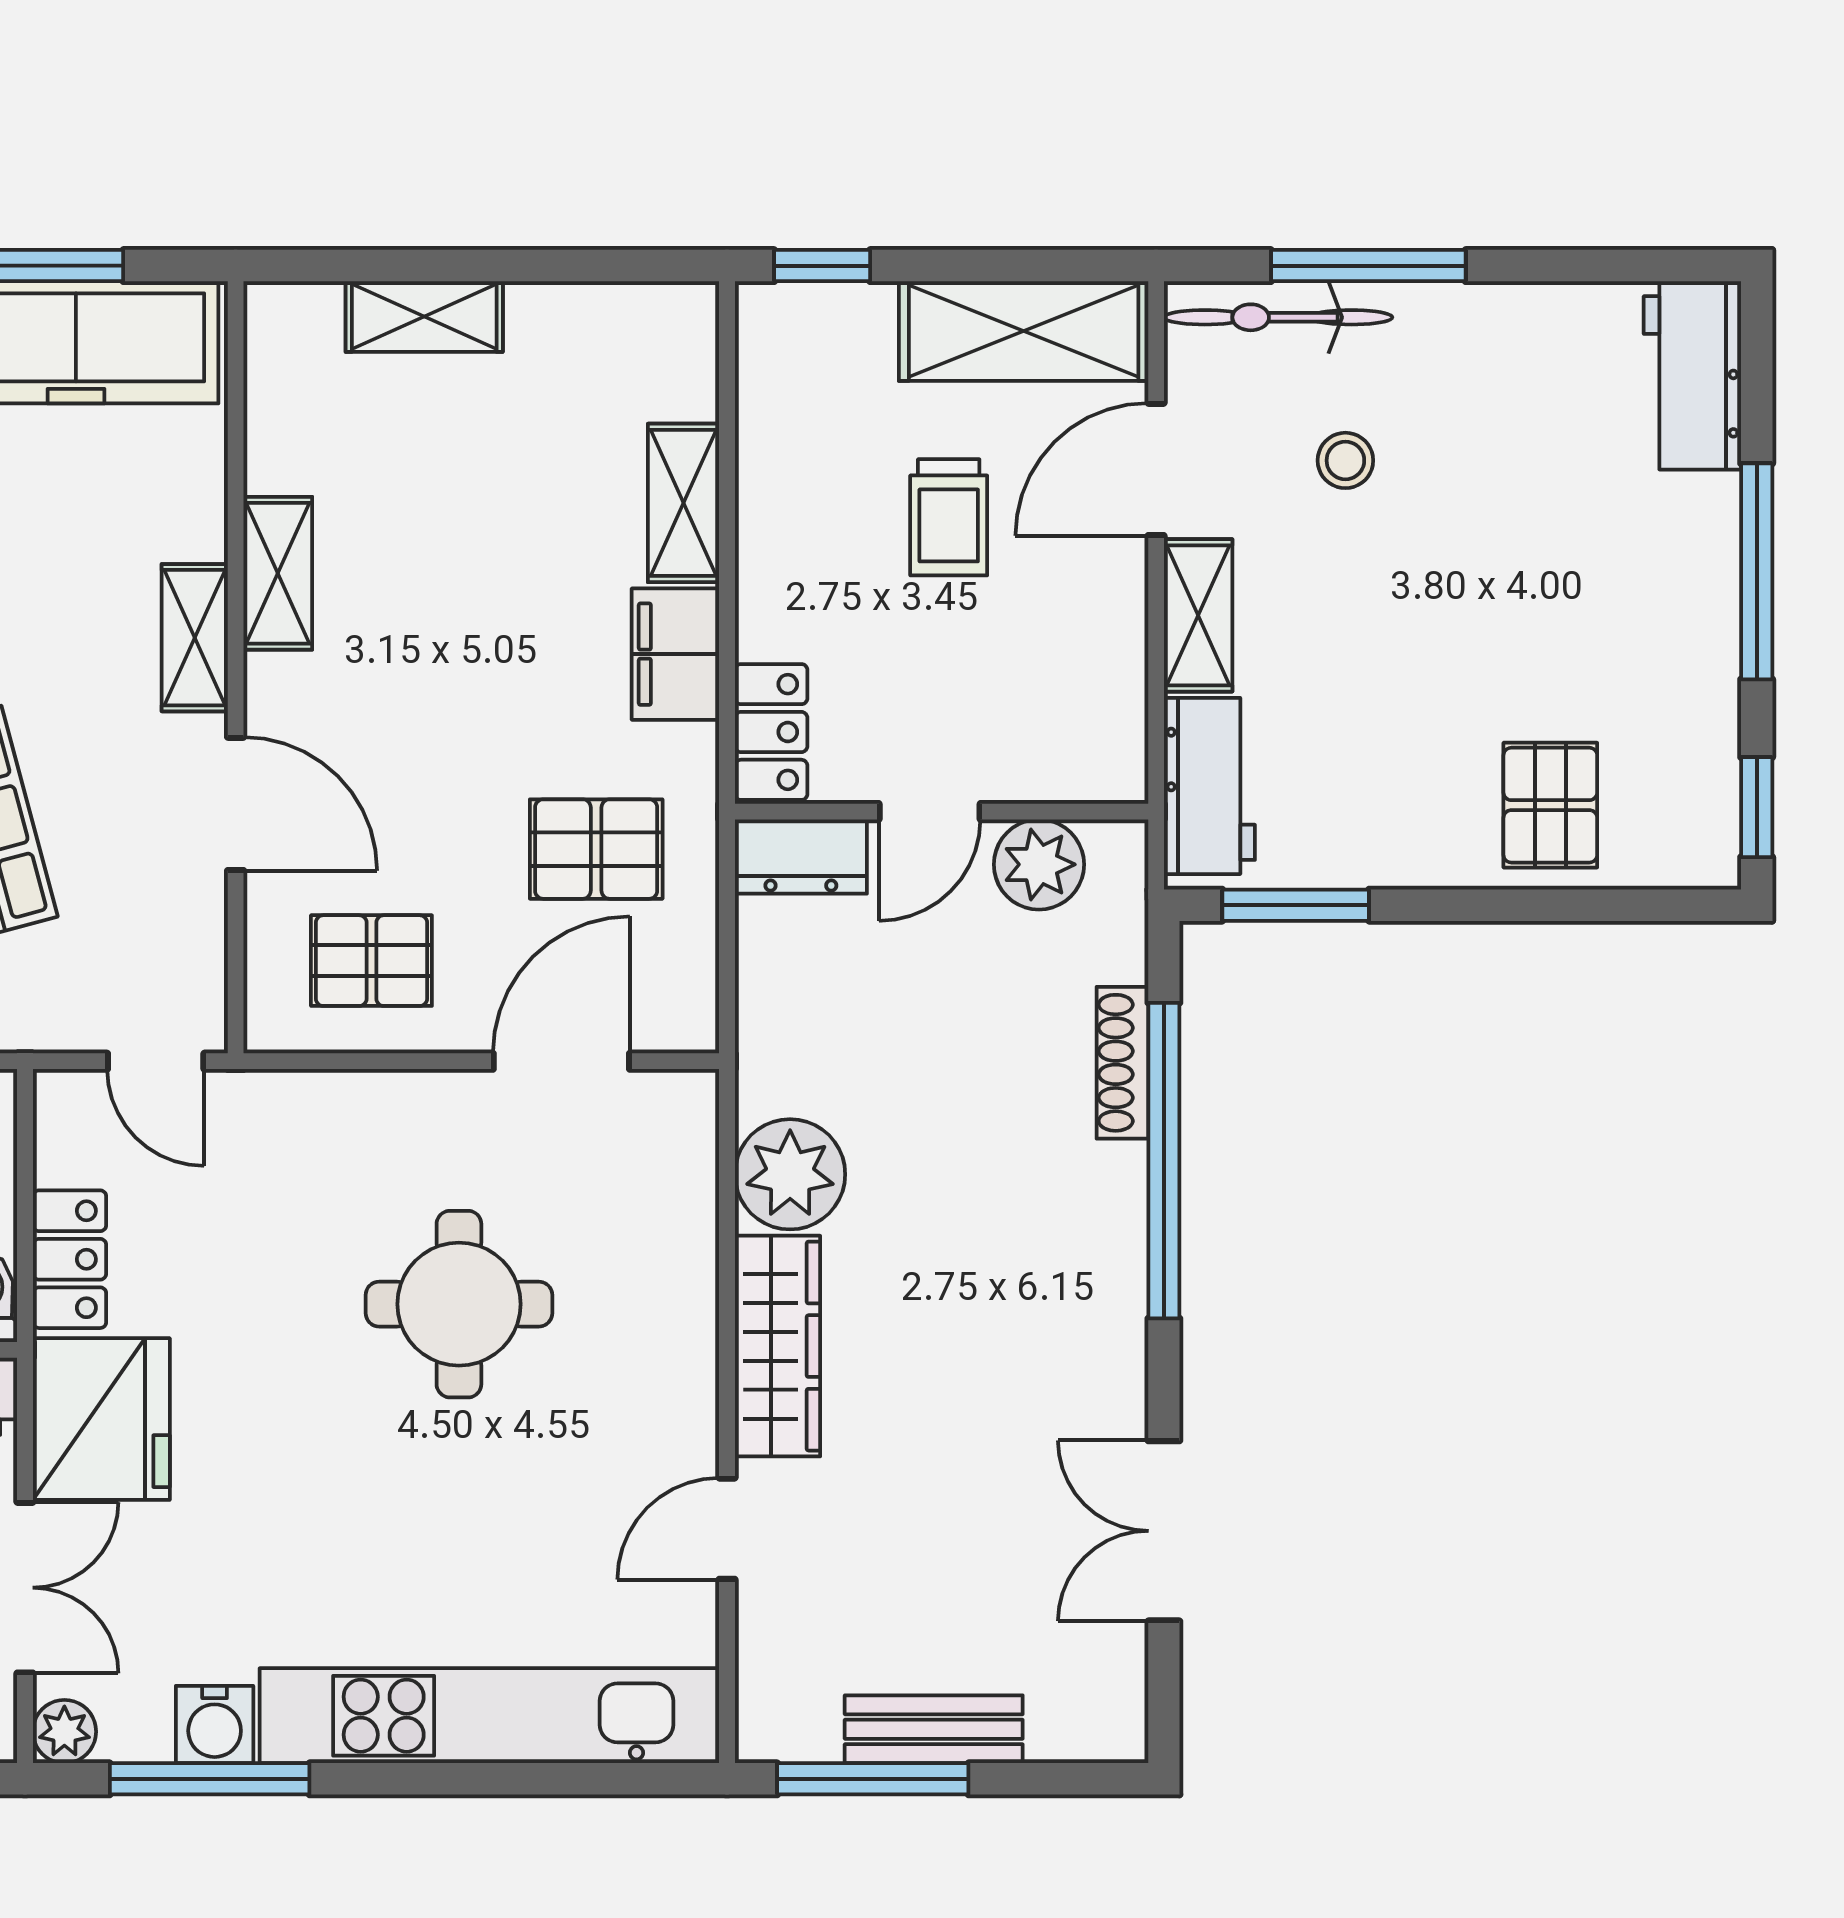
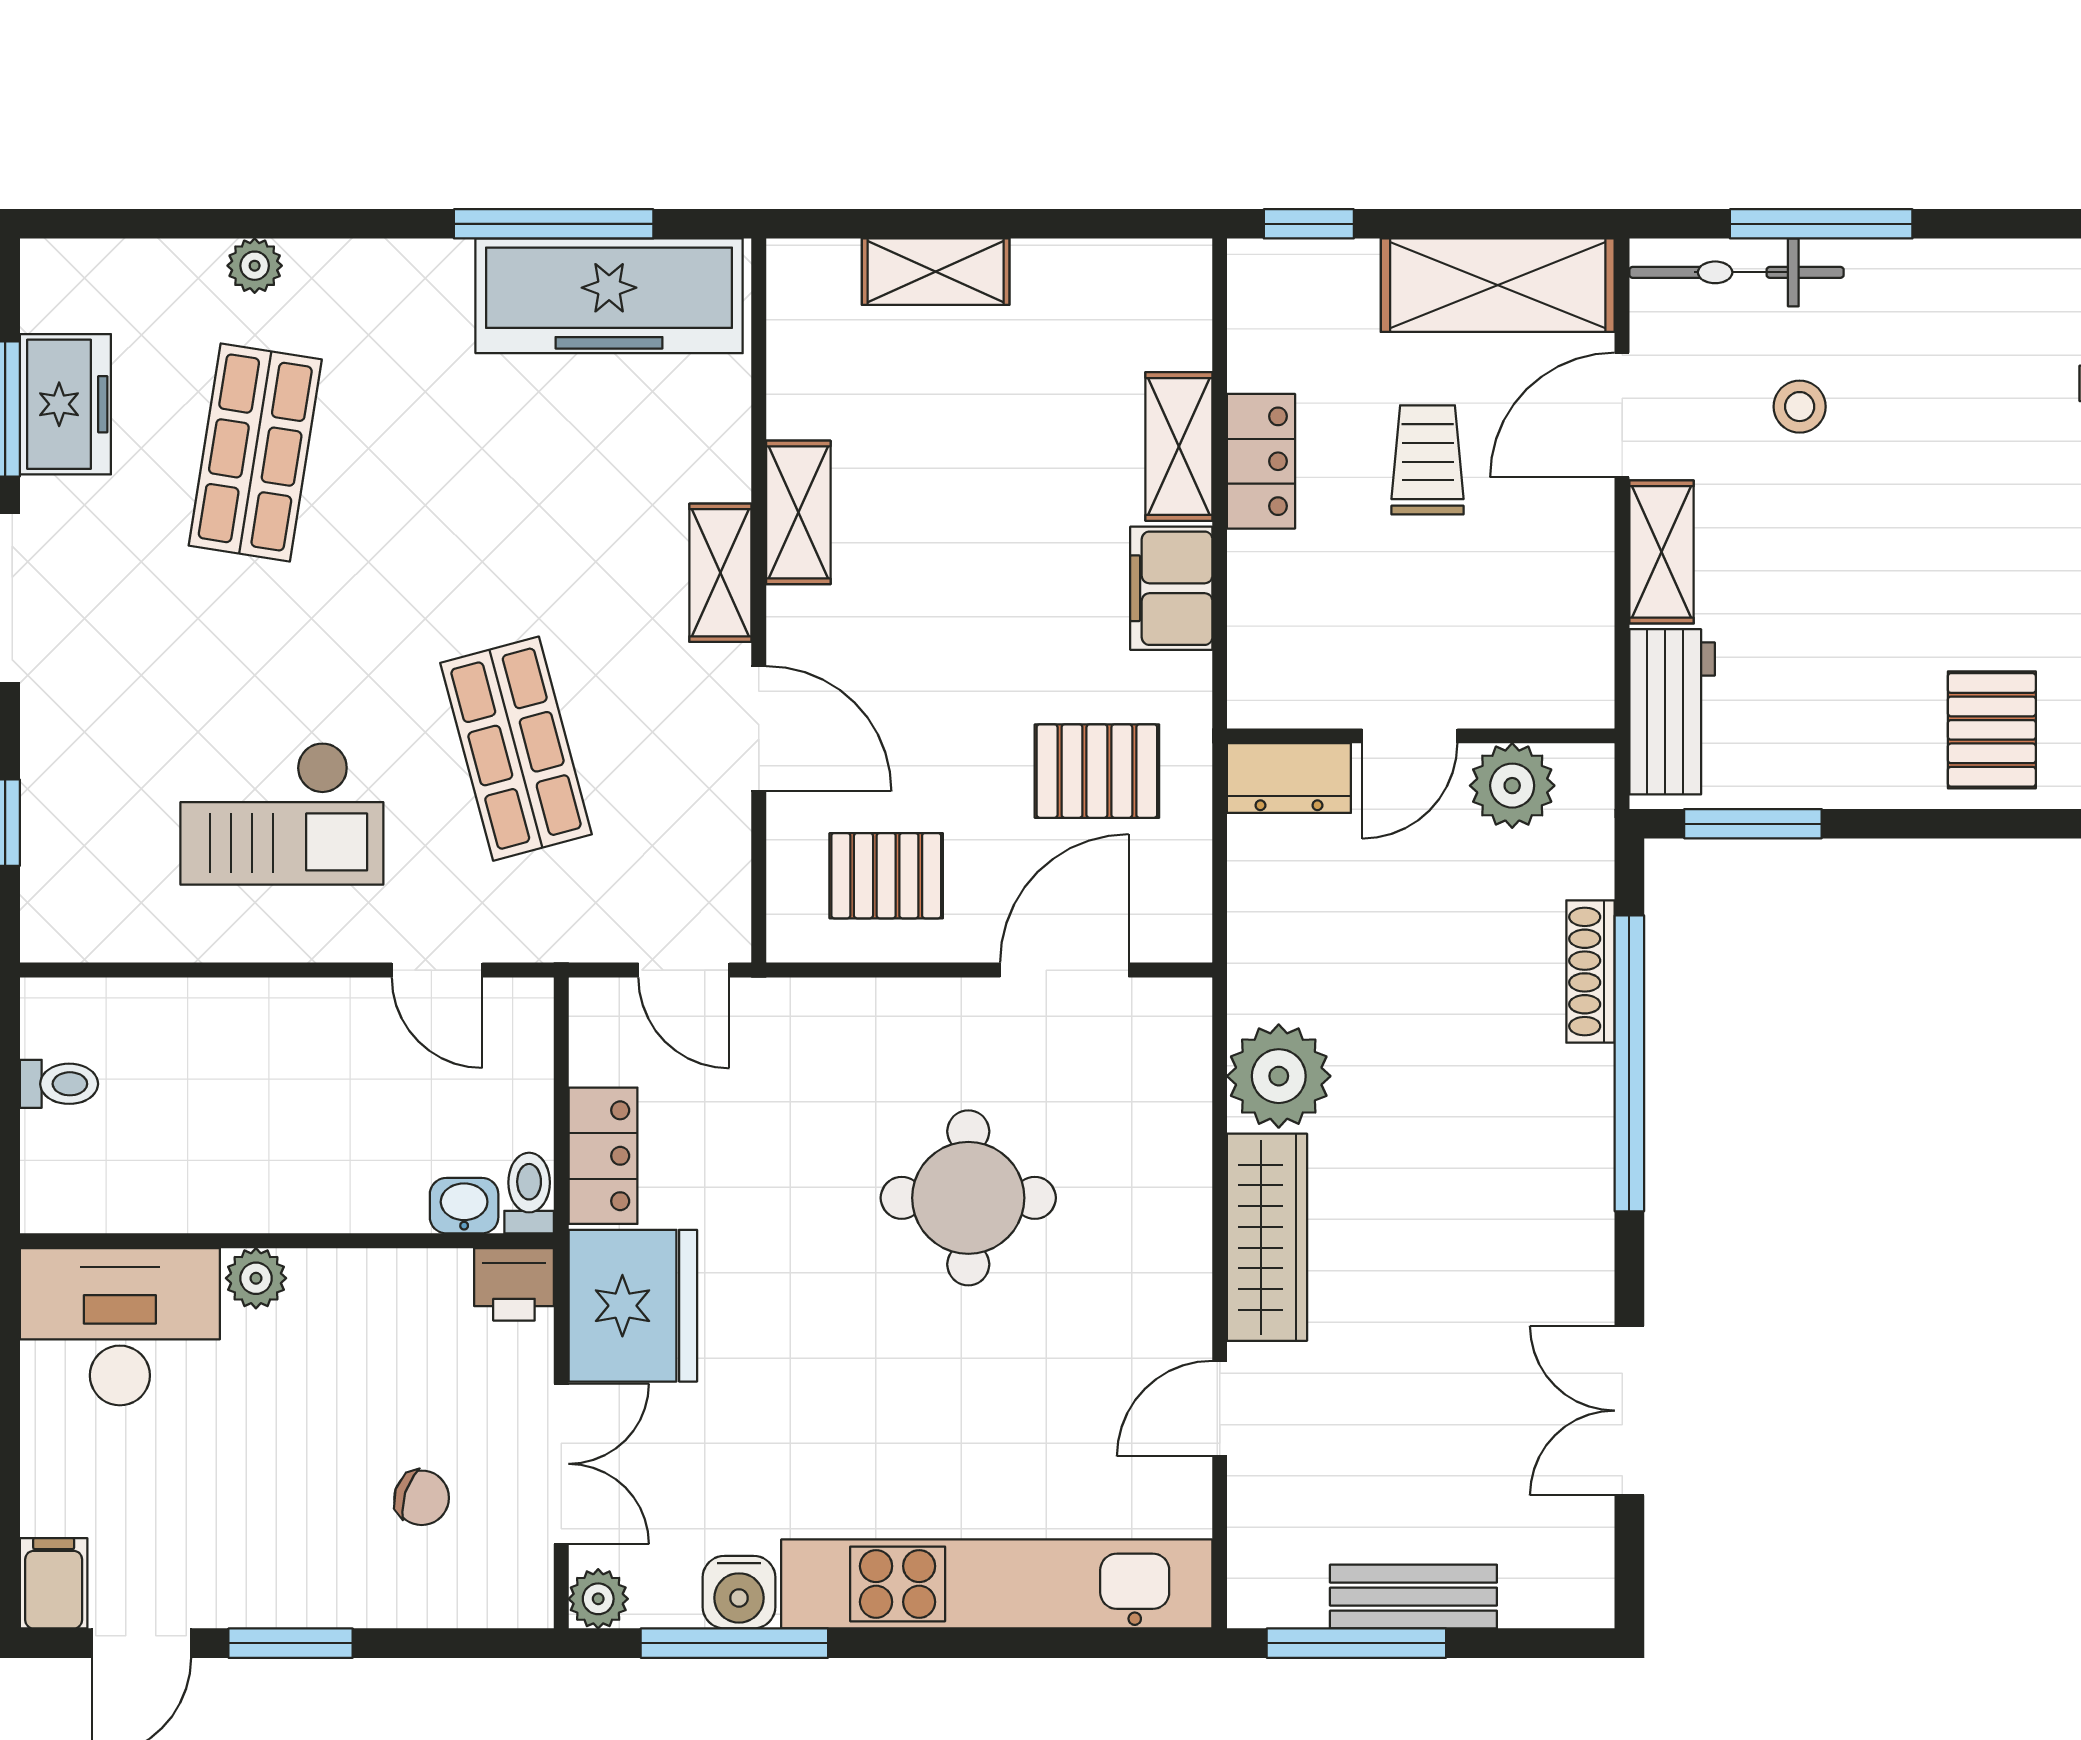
trolley: (949, 517) -> (1428, 460), turned 180
locker: (771, 732) -> (1261, 461), moved

